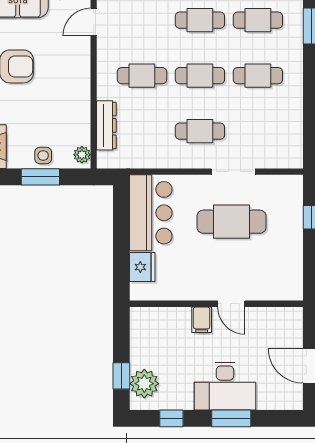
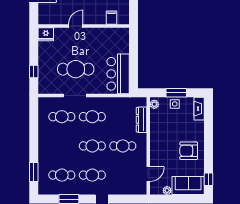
cafe table: (258, 76) -> (62, 117), moved
fridge: (142, 267) -> (46, 34), moved, turned -90
door: (231, 304) -> (76, 26), hinge flipped
filing cabinet: (202, 320) -> (112, 18), moved

